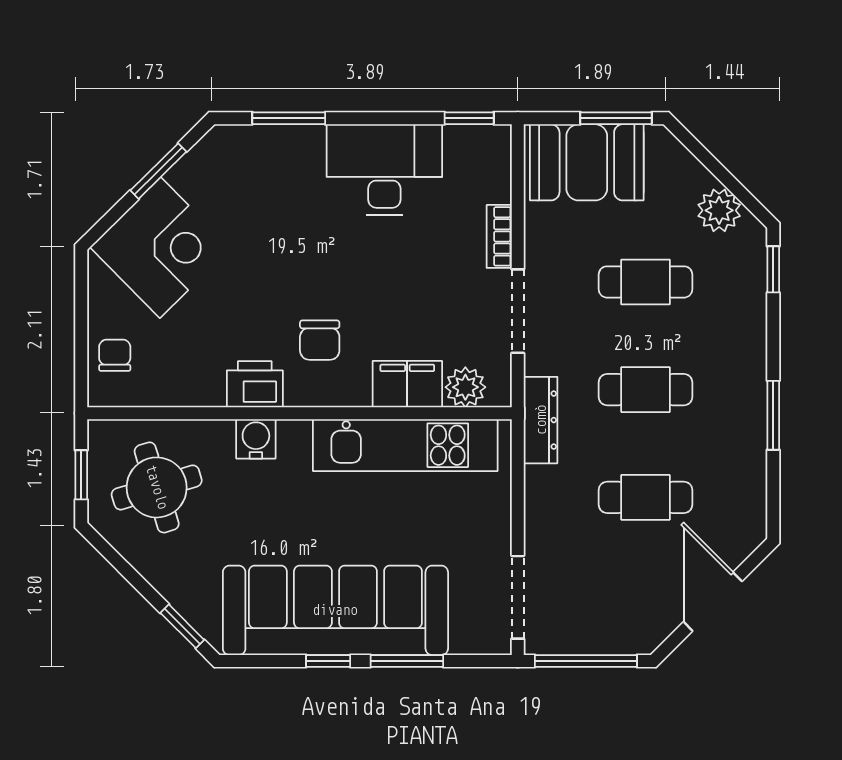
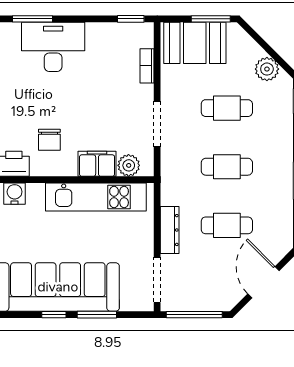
desk: (384, 170) -> (53, 47), moved
bookcase: (499, 236) -> (147, 66), moved
dresser: (541, 420) -> (170, 230), moved

